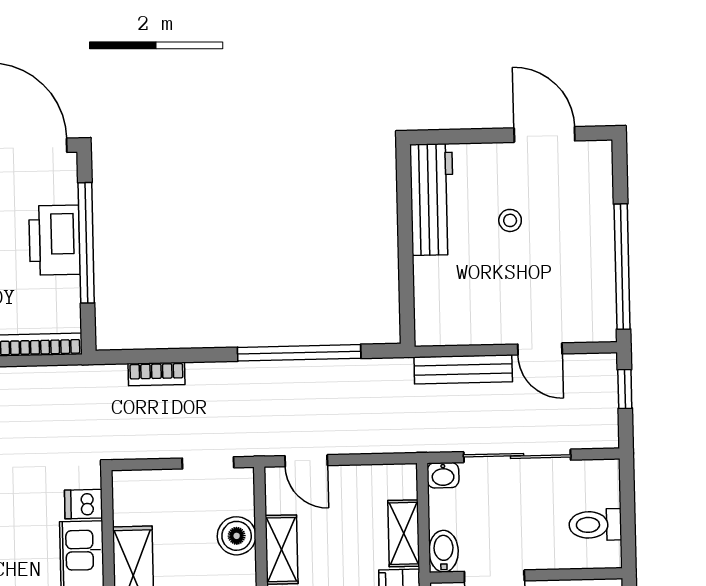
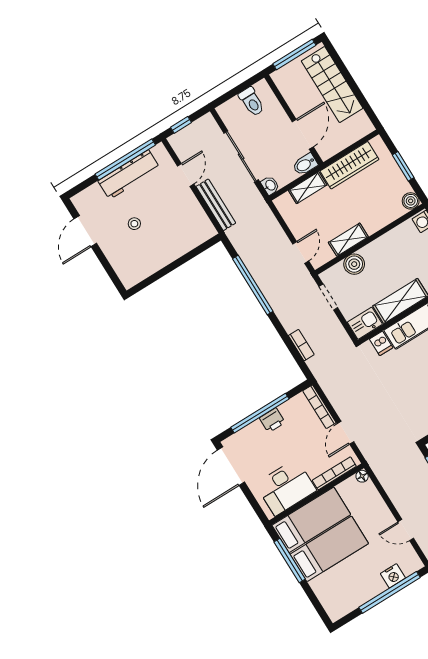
workbench: (432, 199) -> (129, 175), moved, turned 180
printer: (55, 240) -> (272, 420), width x0.53, depth x0.68
kitchen sink: (131, 497) -> (365, 323), added

